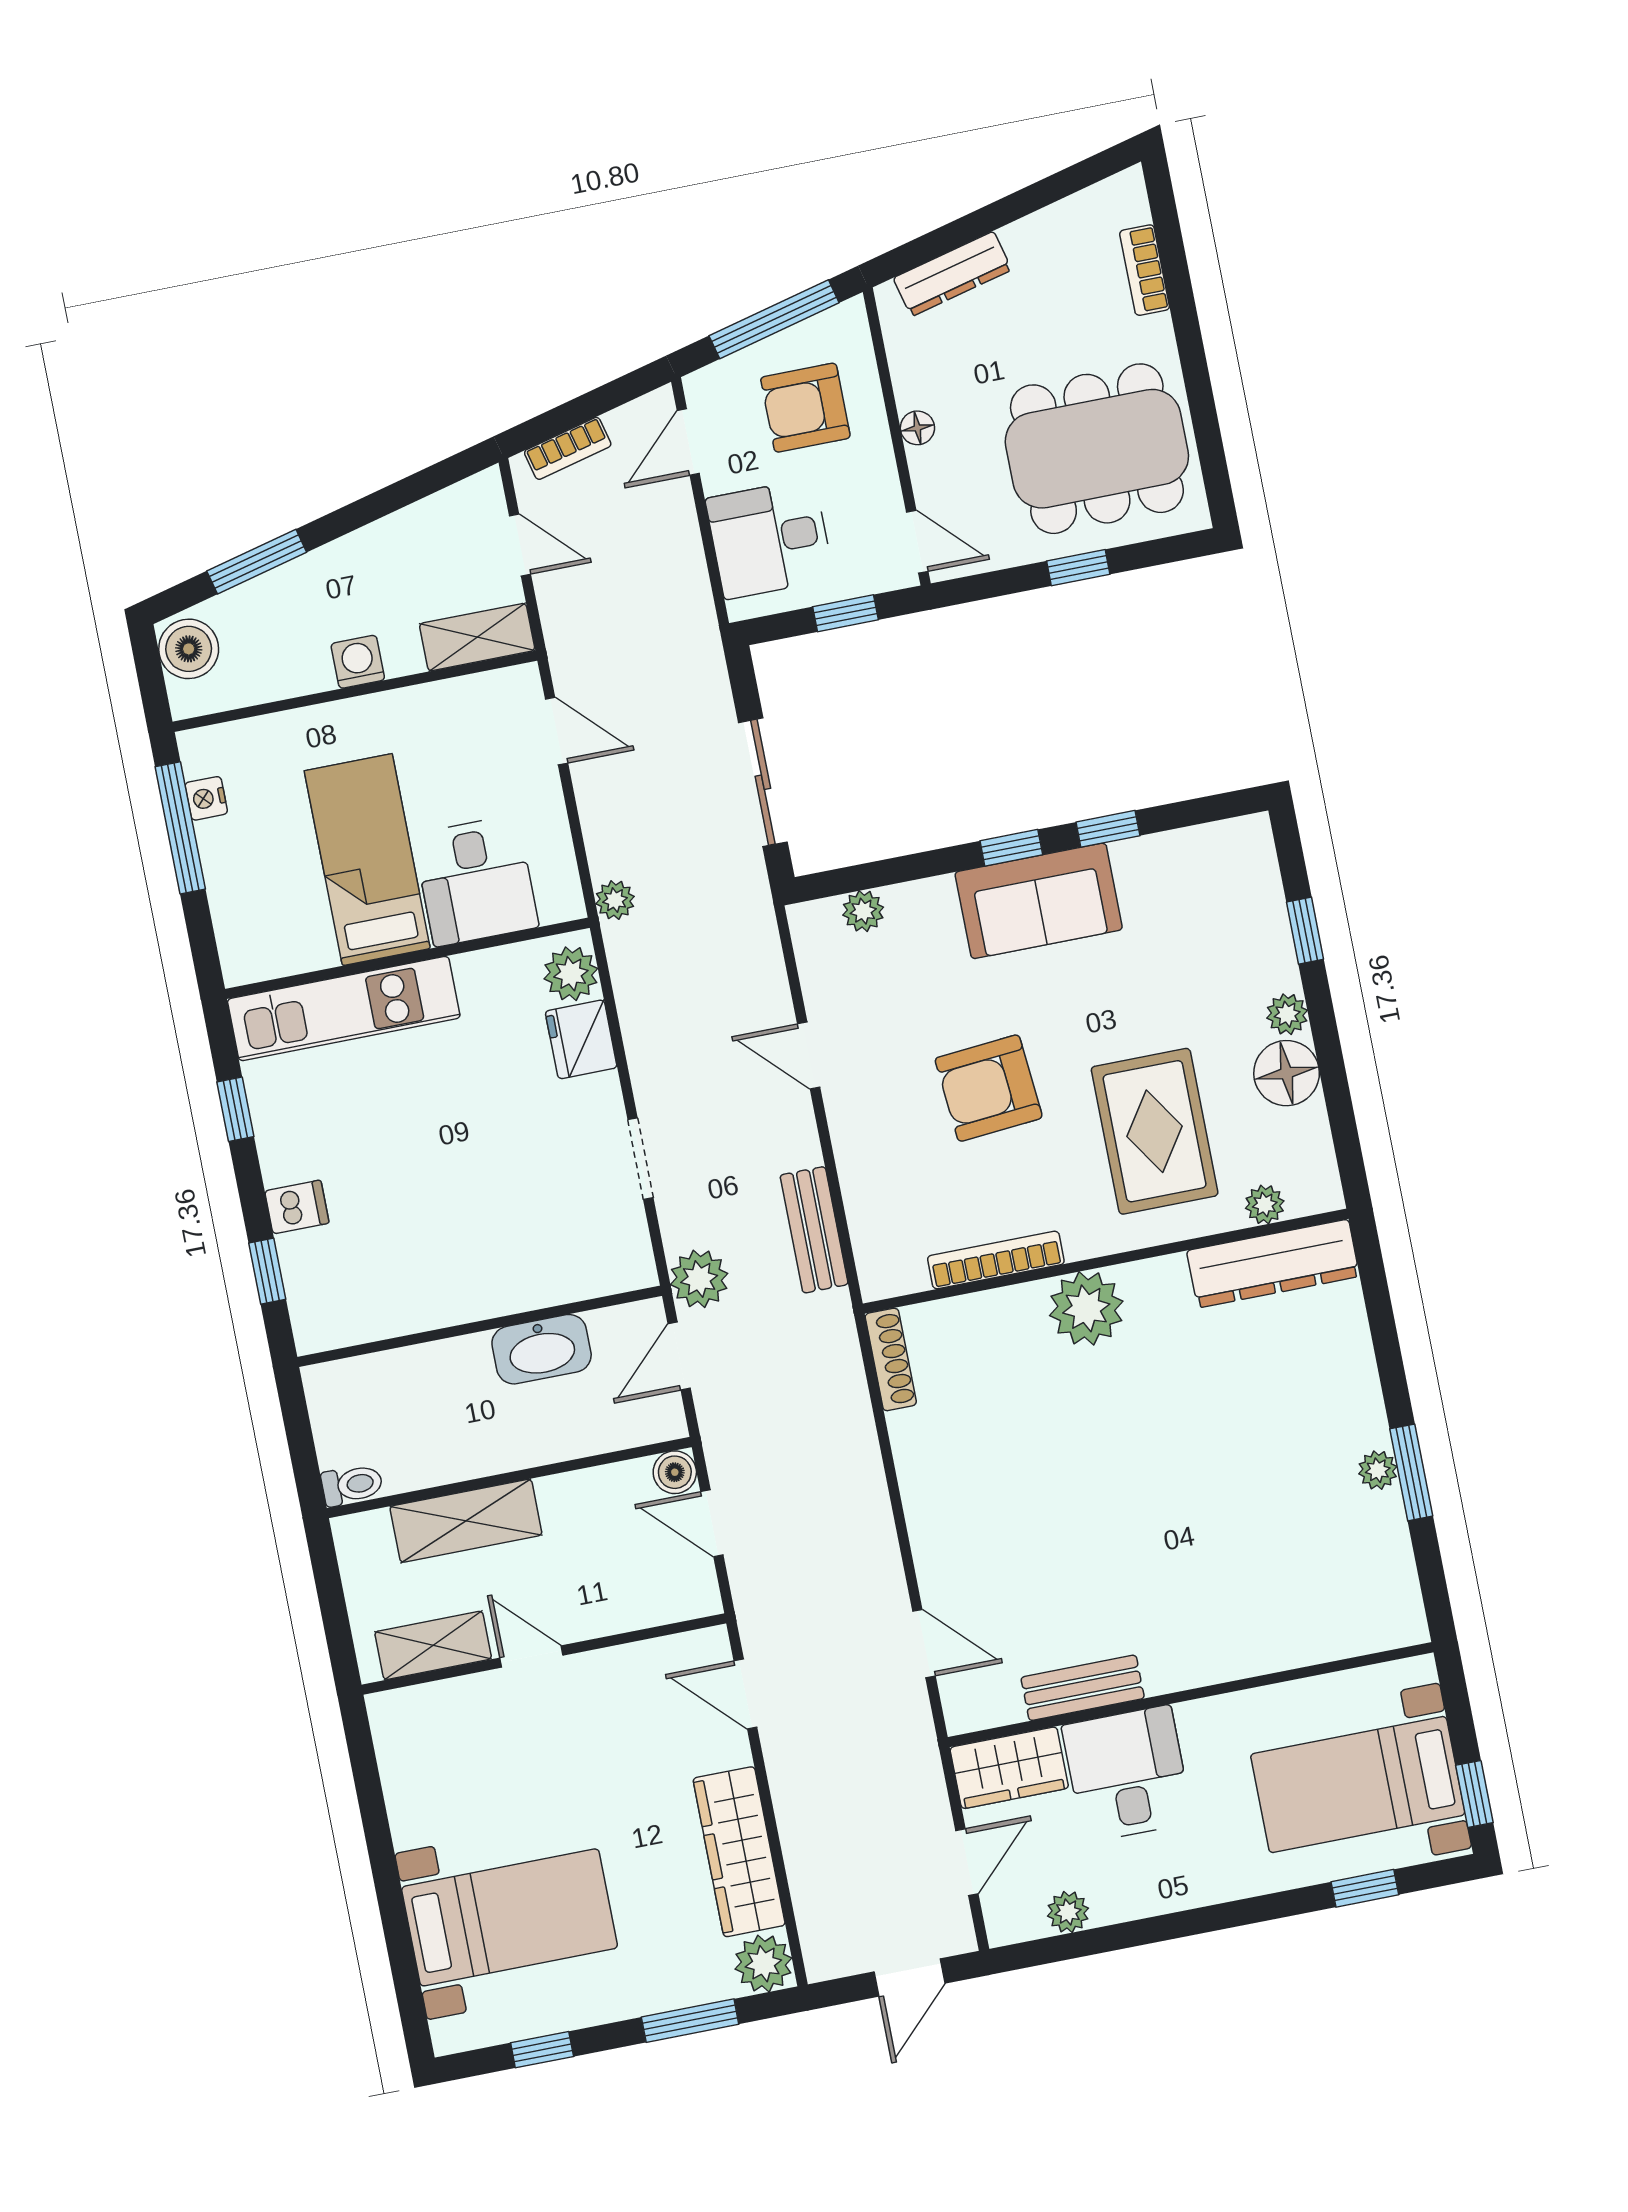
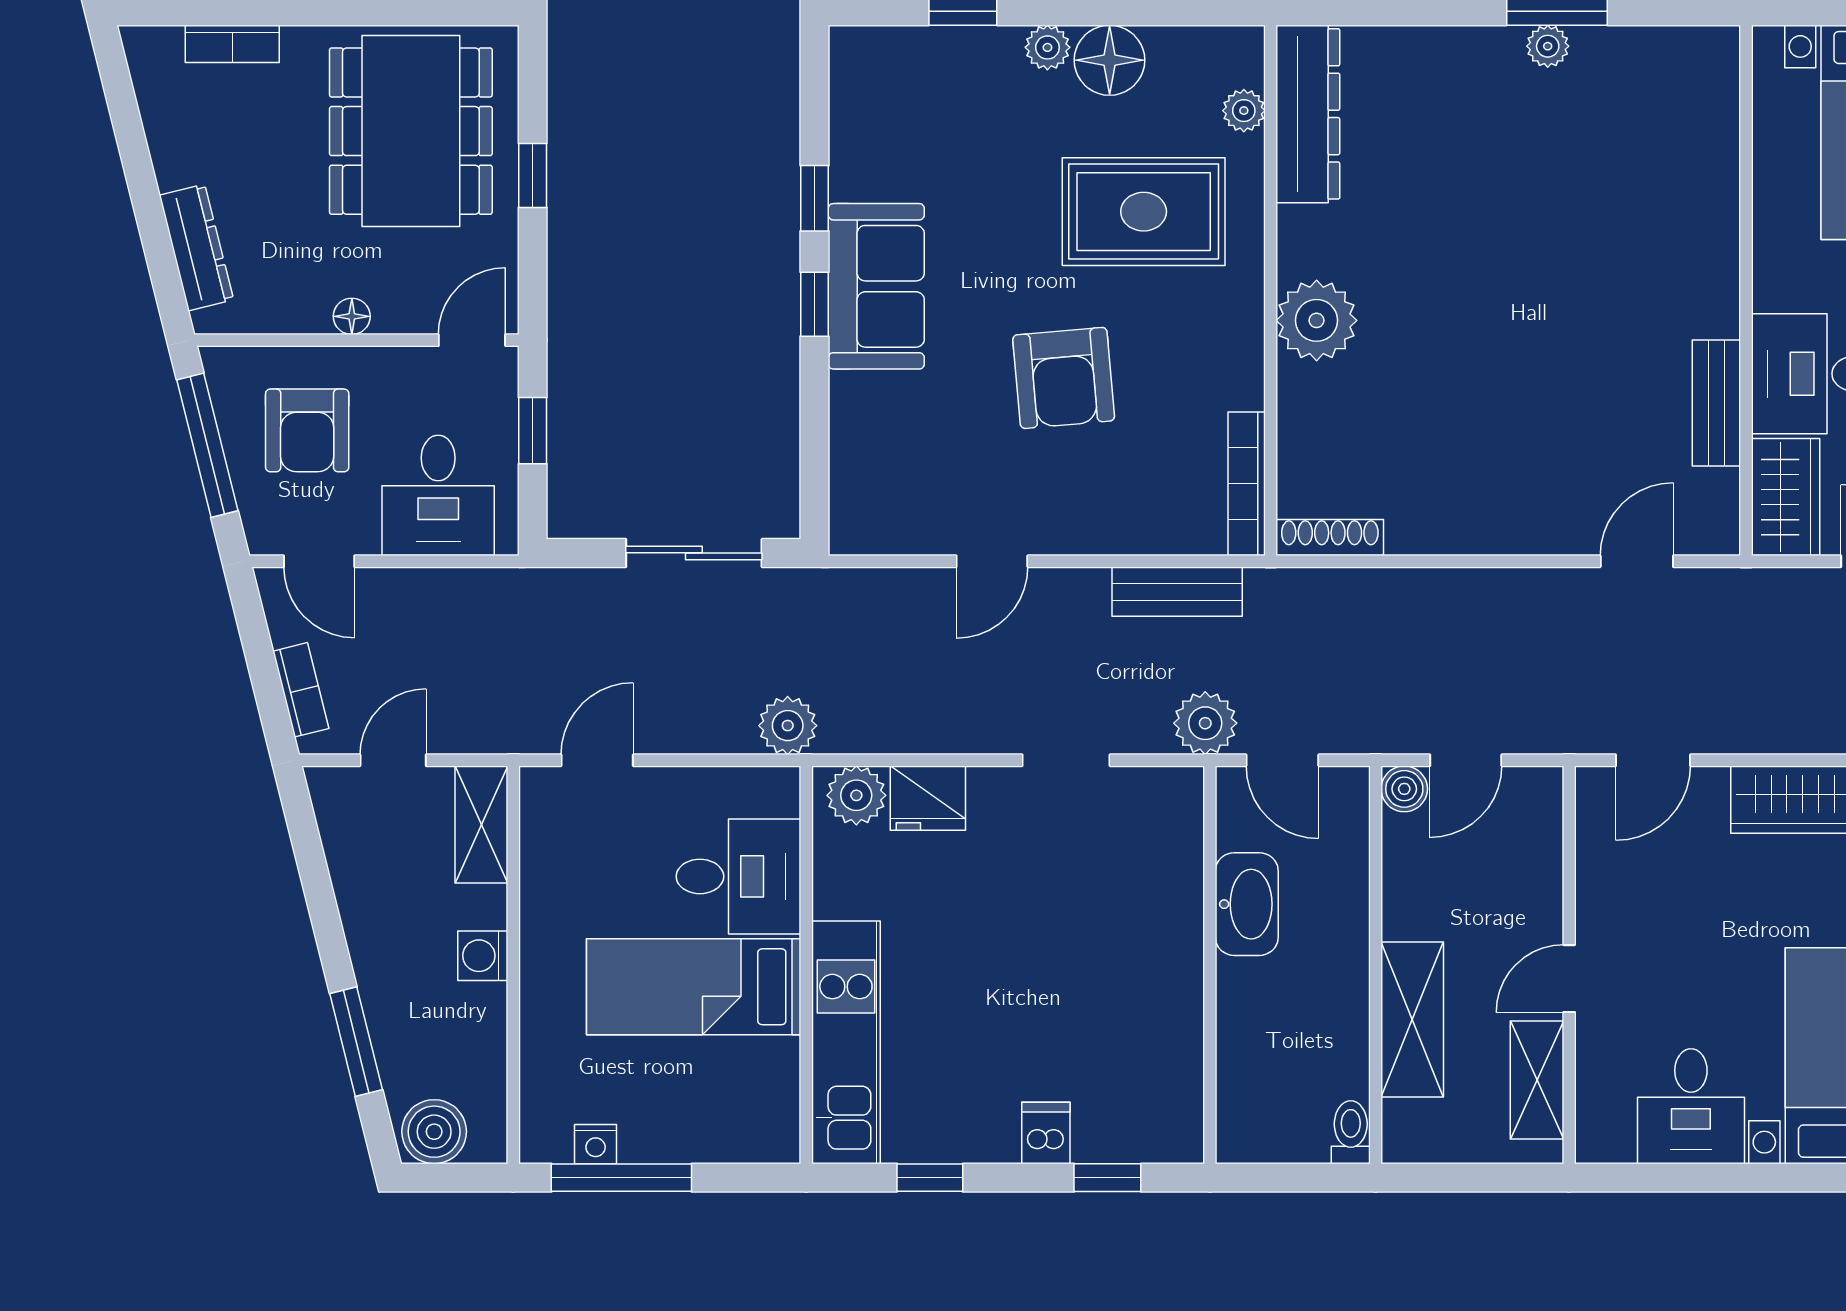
plant: (615, 900) -> (788, 726), width x1.38, depth x1.38
plant: (863, 911) -> (851, 474), removed
bookcase: (996, 1260) -> (1247, 484), moved
desk: (437, 1790) -> (1691, 1106), added

